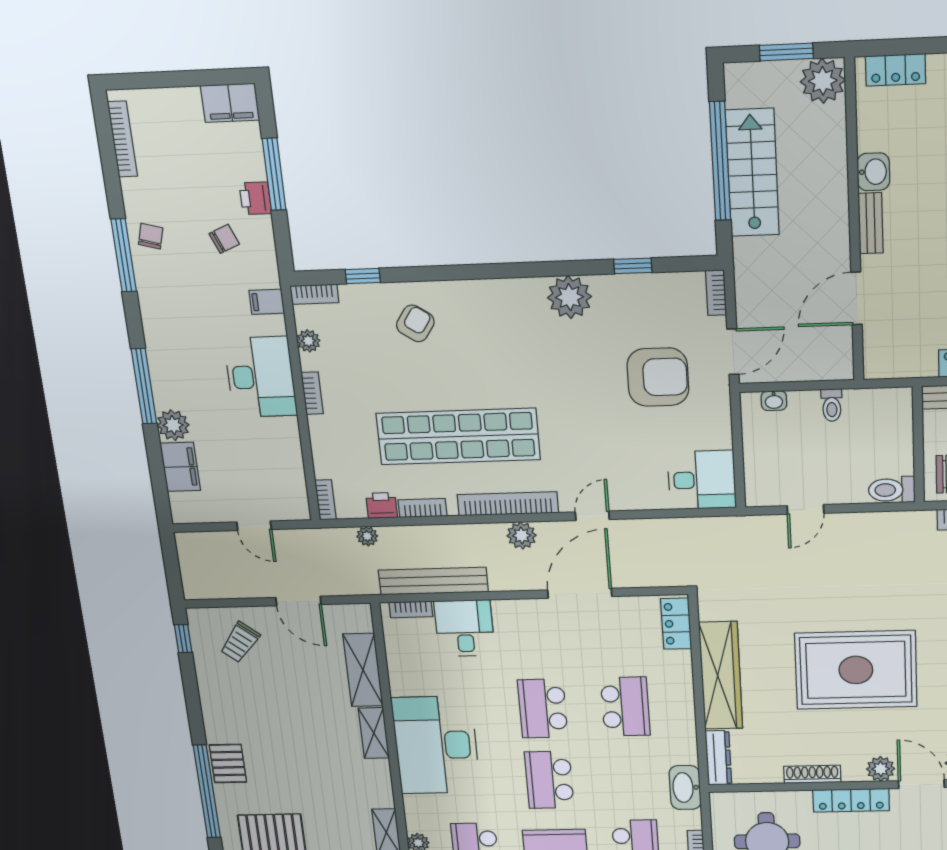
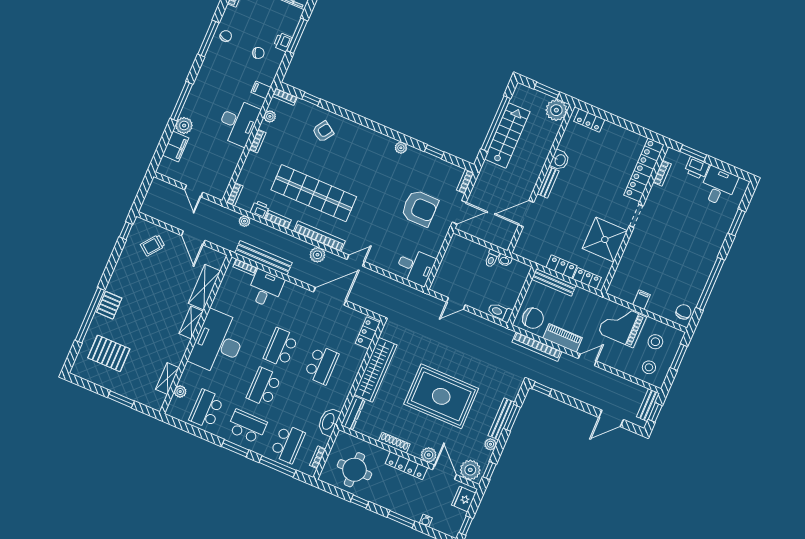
plant: (570, 297) -> (401, 148), width x0.53, depth x0.53
washbasin: (774, 401) -> (505, 260), moved

